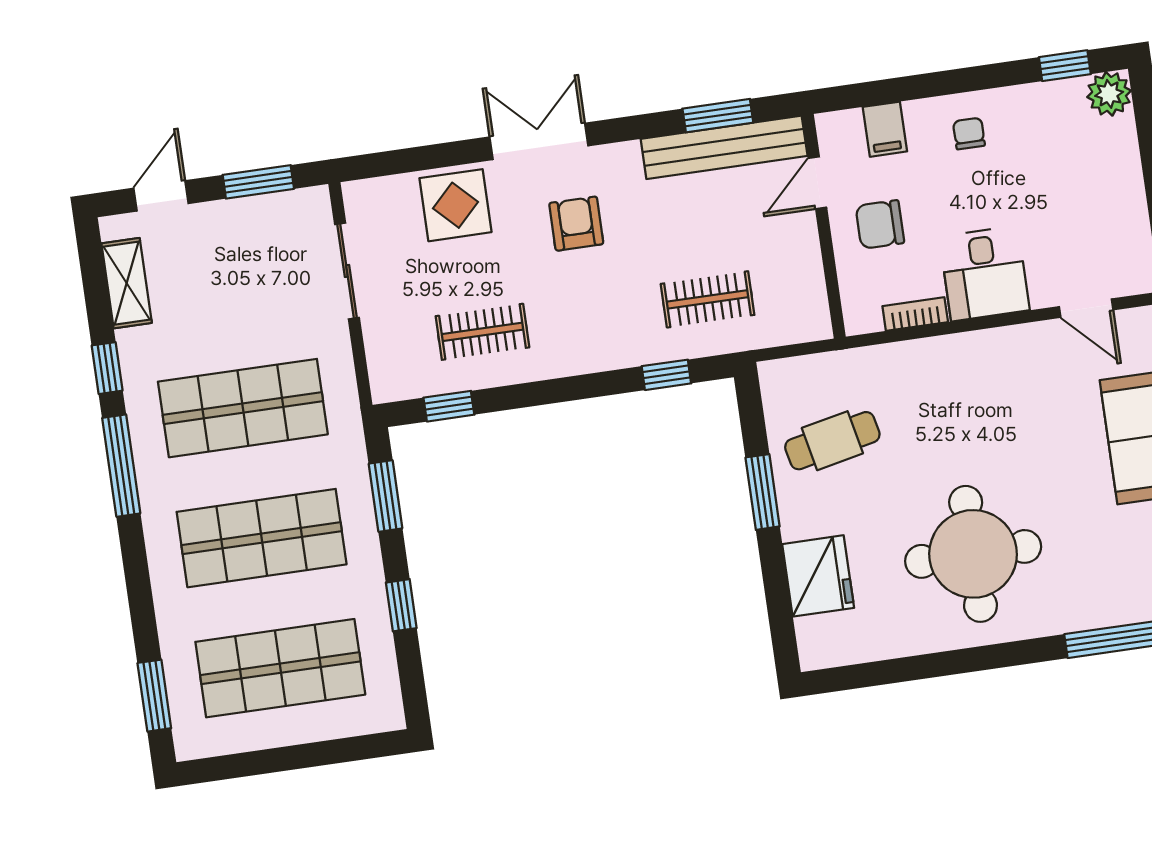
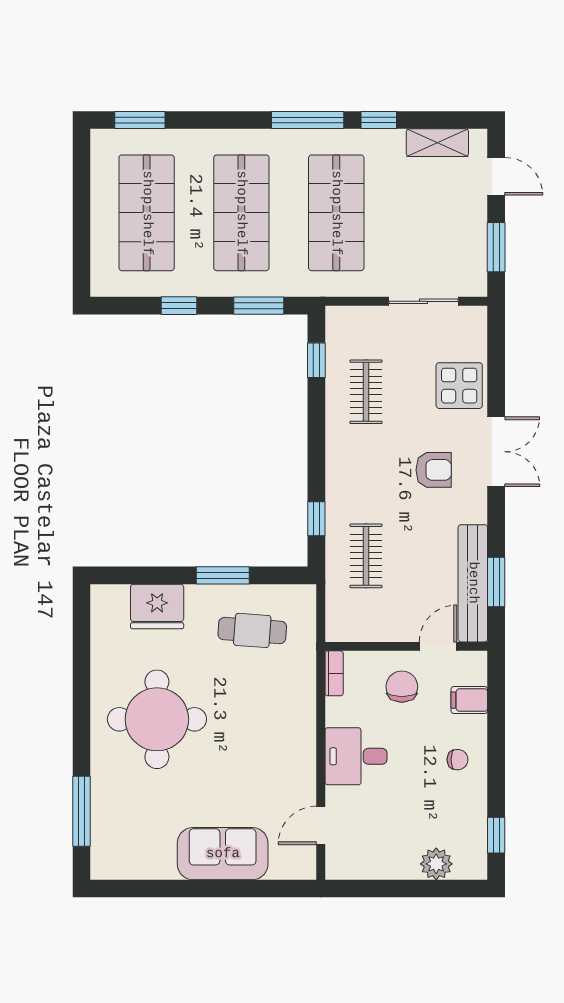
plant: (1109, 94) -> (436, 864), moved
door: (817, 183) -> (438, 646), hinge flipped
bookcase: (915, 314) -> (334, 673), moved
cafe table: (832, 441) -> (252, 630), turned -74

